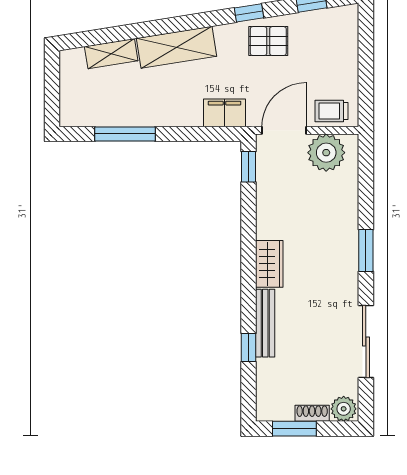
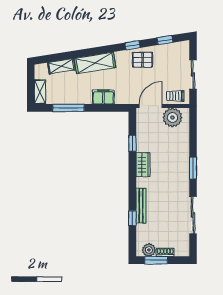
sliding door: (366, 69) -> (193, 74), added
shelving: (70, 103) -> (40, 92), added
filing cabinet: (224, 113) -> (103, 97), moved
window: (249, 167) -> (132, 143), moved
wardrobe: (269, 264) -> (143, 165), moved
plant: (344, 409) -> (149, 250), moved

